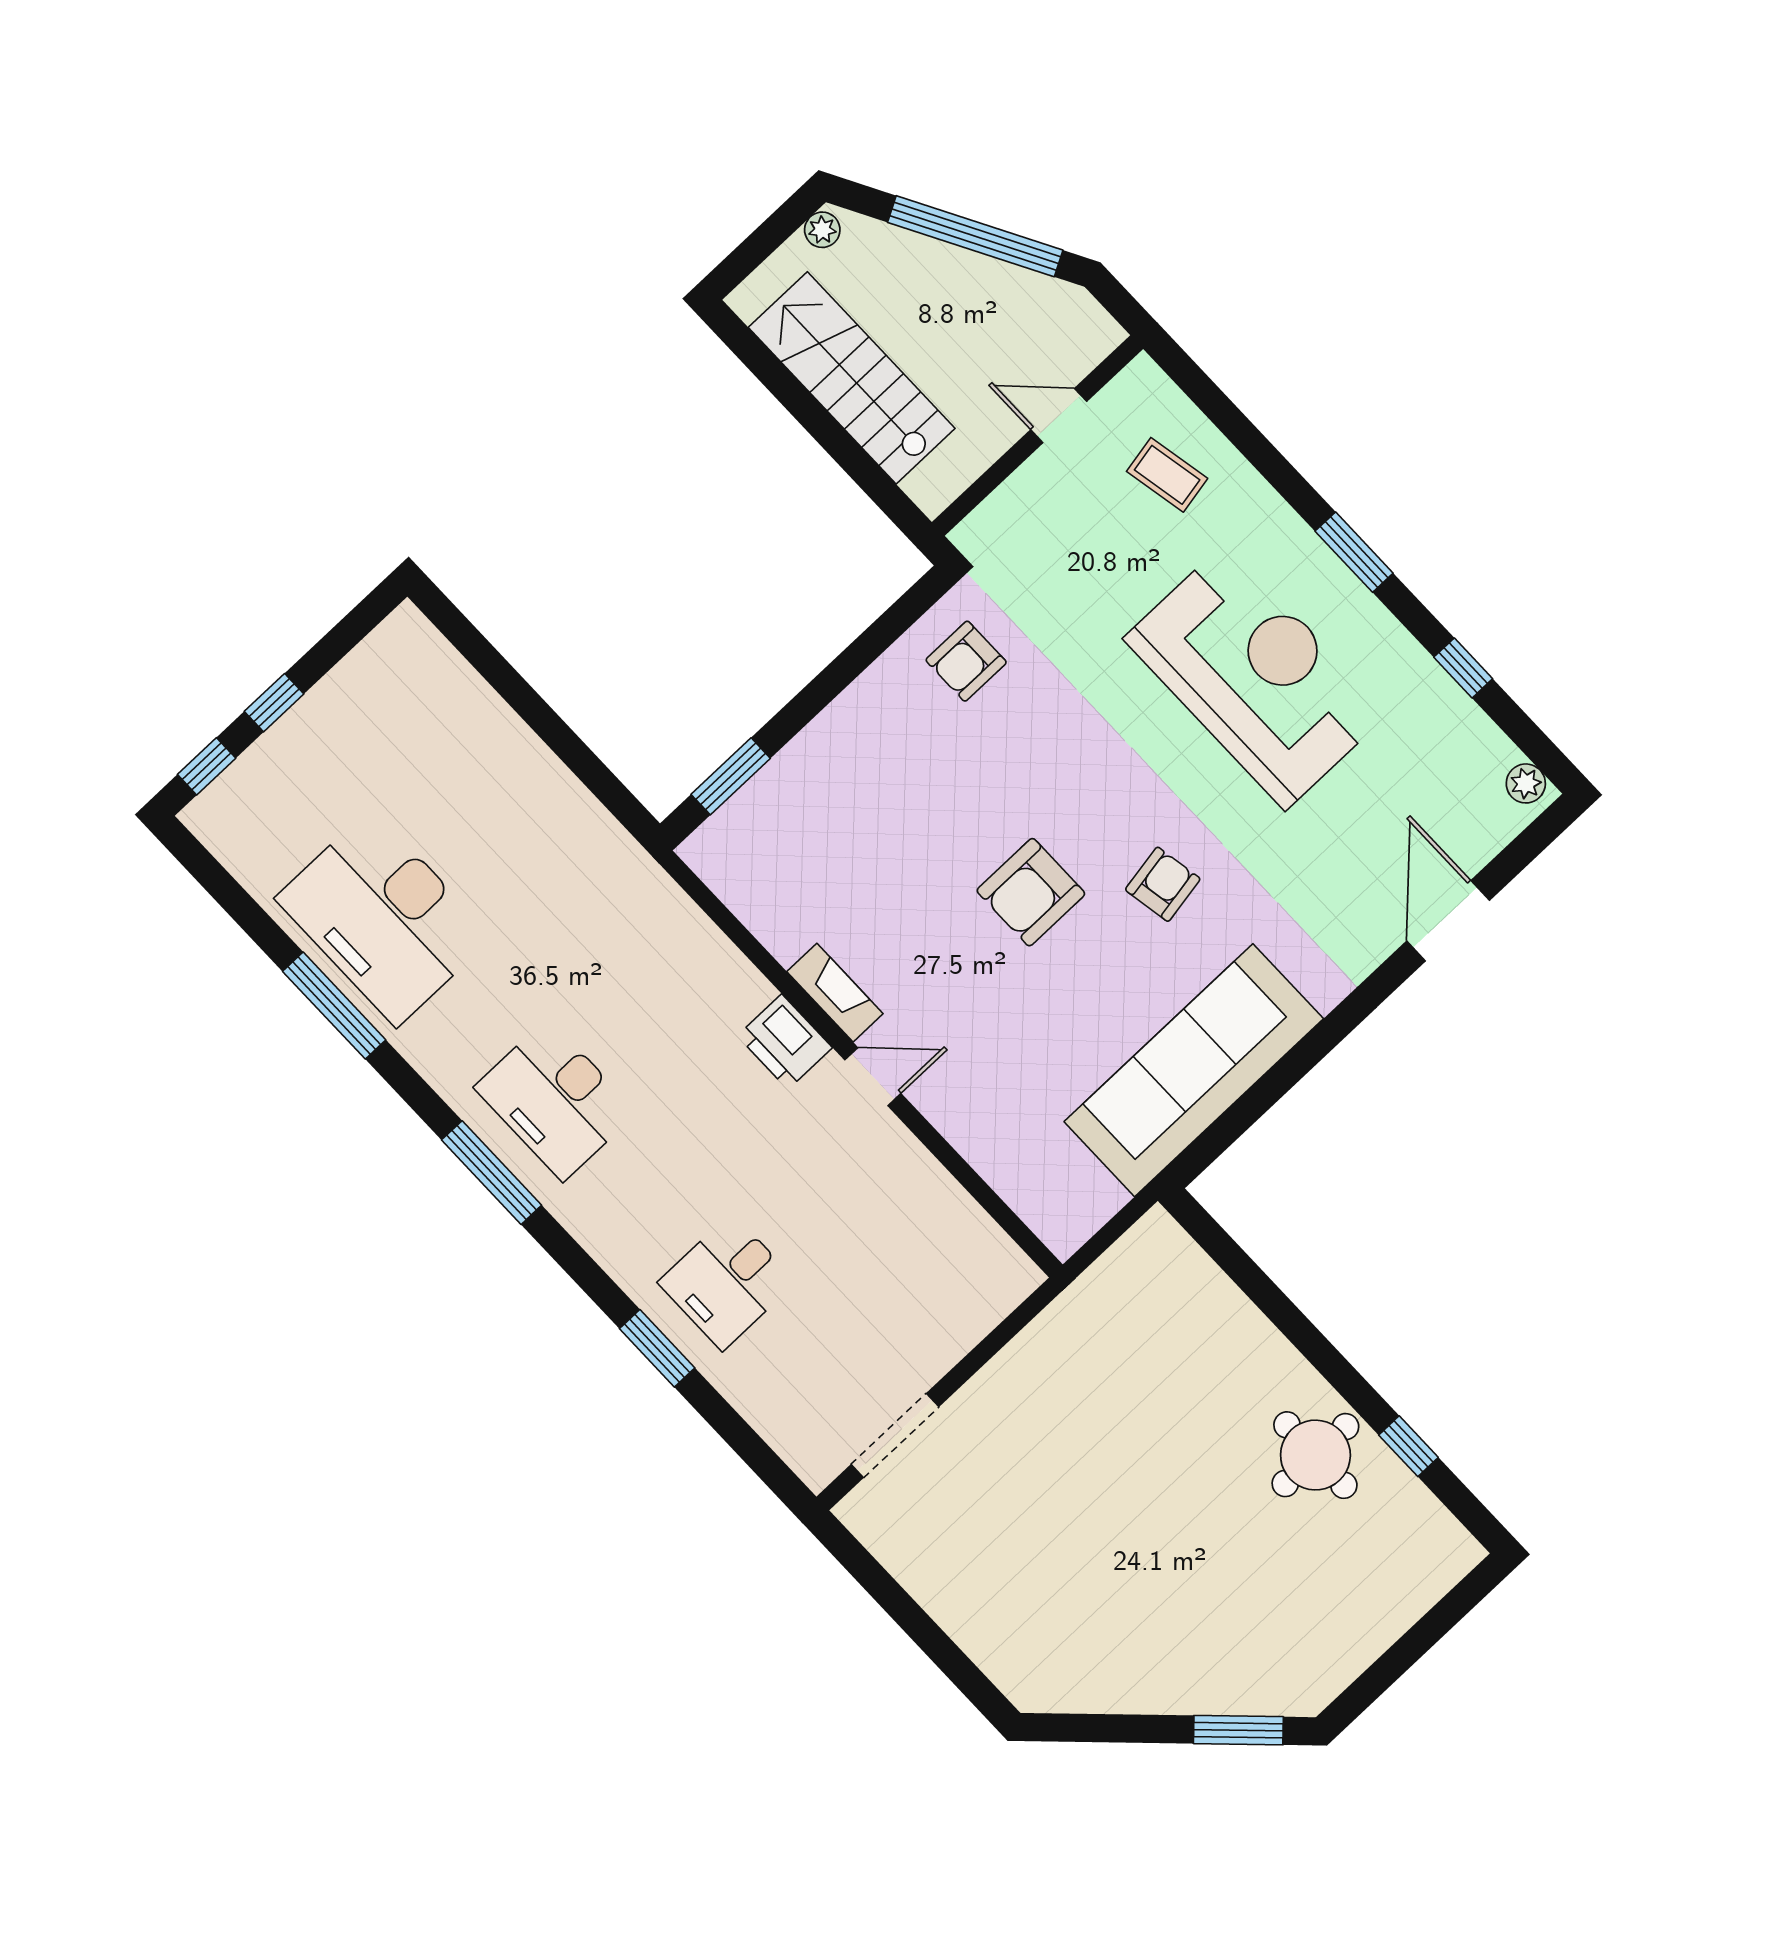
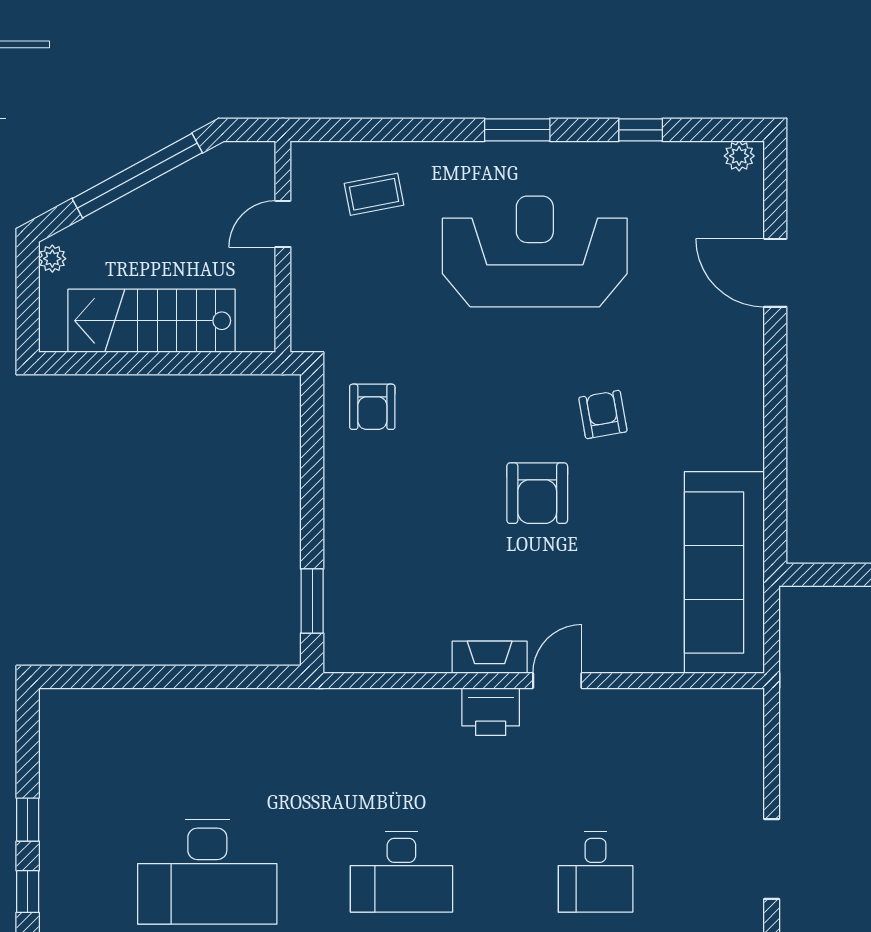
sofa: (1194, 1070) -> (724, 572), moved

